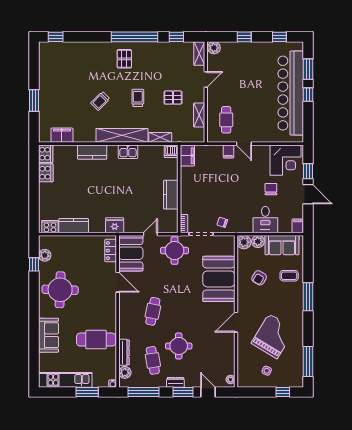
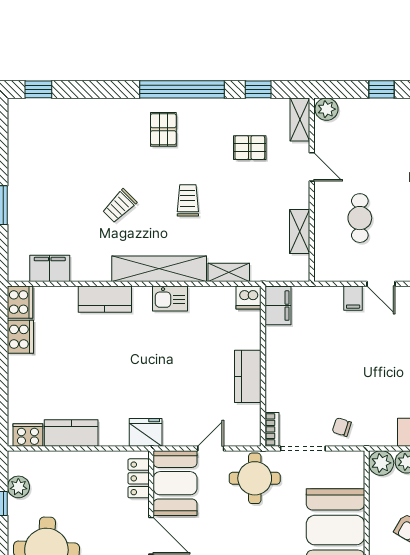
door: (206, 80) -> (312, 167), hinge flipped
pallet: (173, 98) -> (250, 148), moved
cafe table: (226, 120) -> (360, 218), moved

